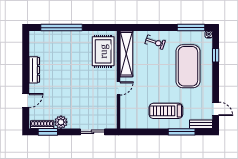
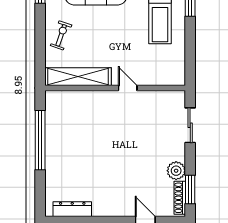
window: (62, 28) -> (40, 140), moved
rug: (103, 51) -> (74, 110), removed
dresser: (34, 70) -> (72, 209), moved

